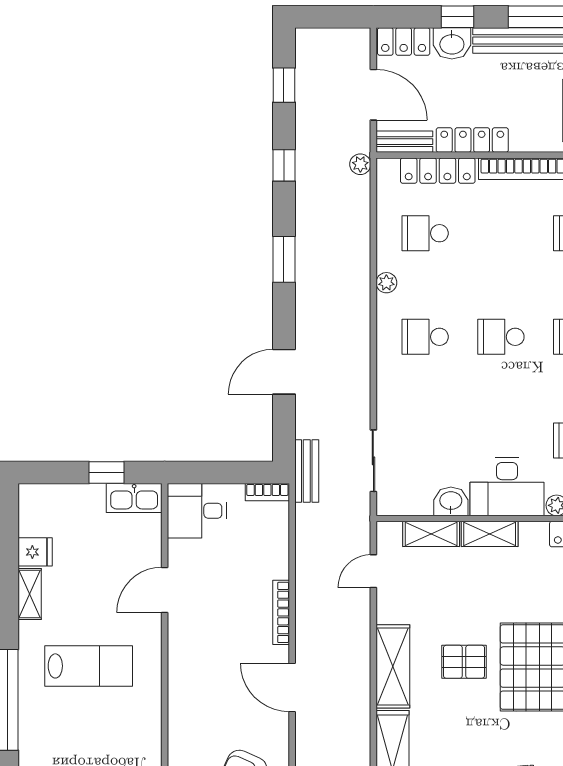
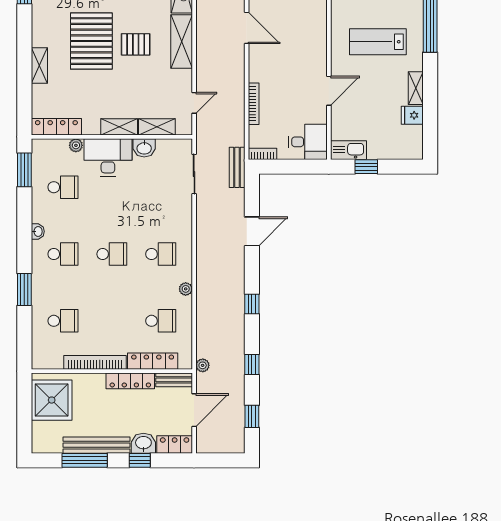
door: (373, 95) -> (194, 410), swing flipped
window: (284, 259) -> (252, 304), width x0.67
bookcase: (281, 612) -> (254, 104), moved

